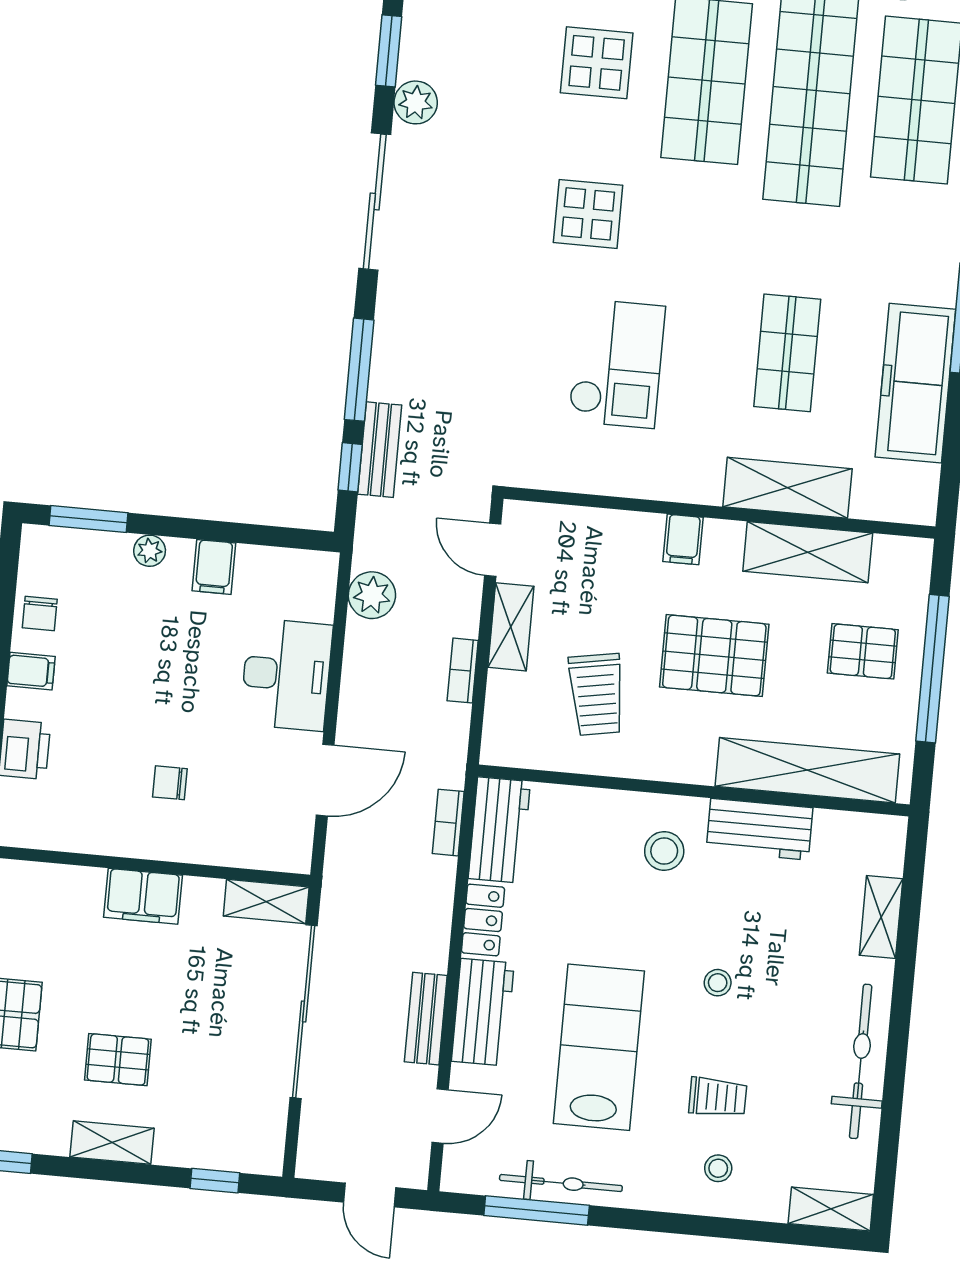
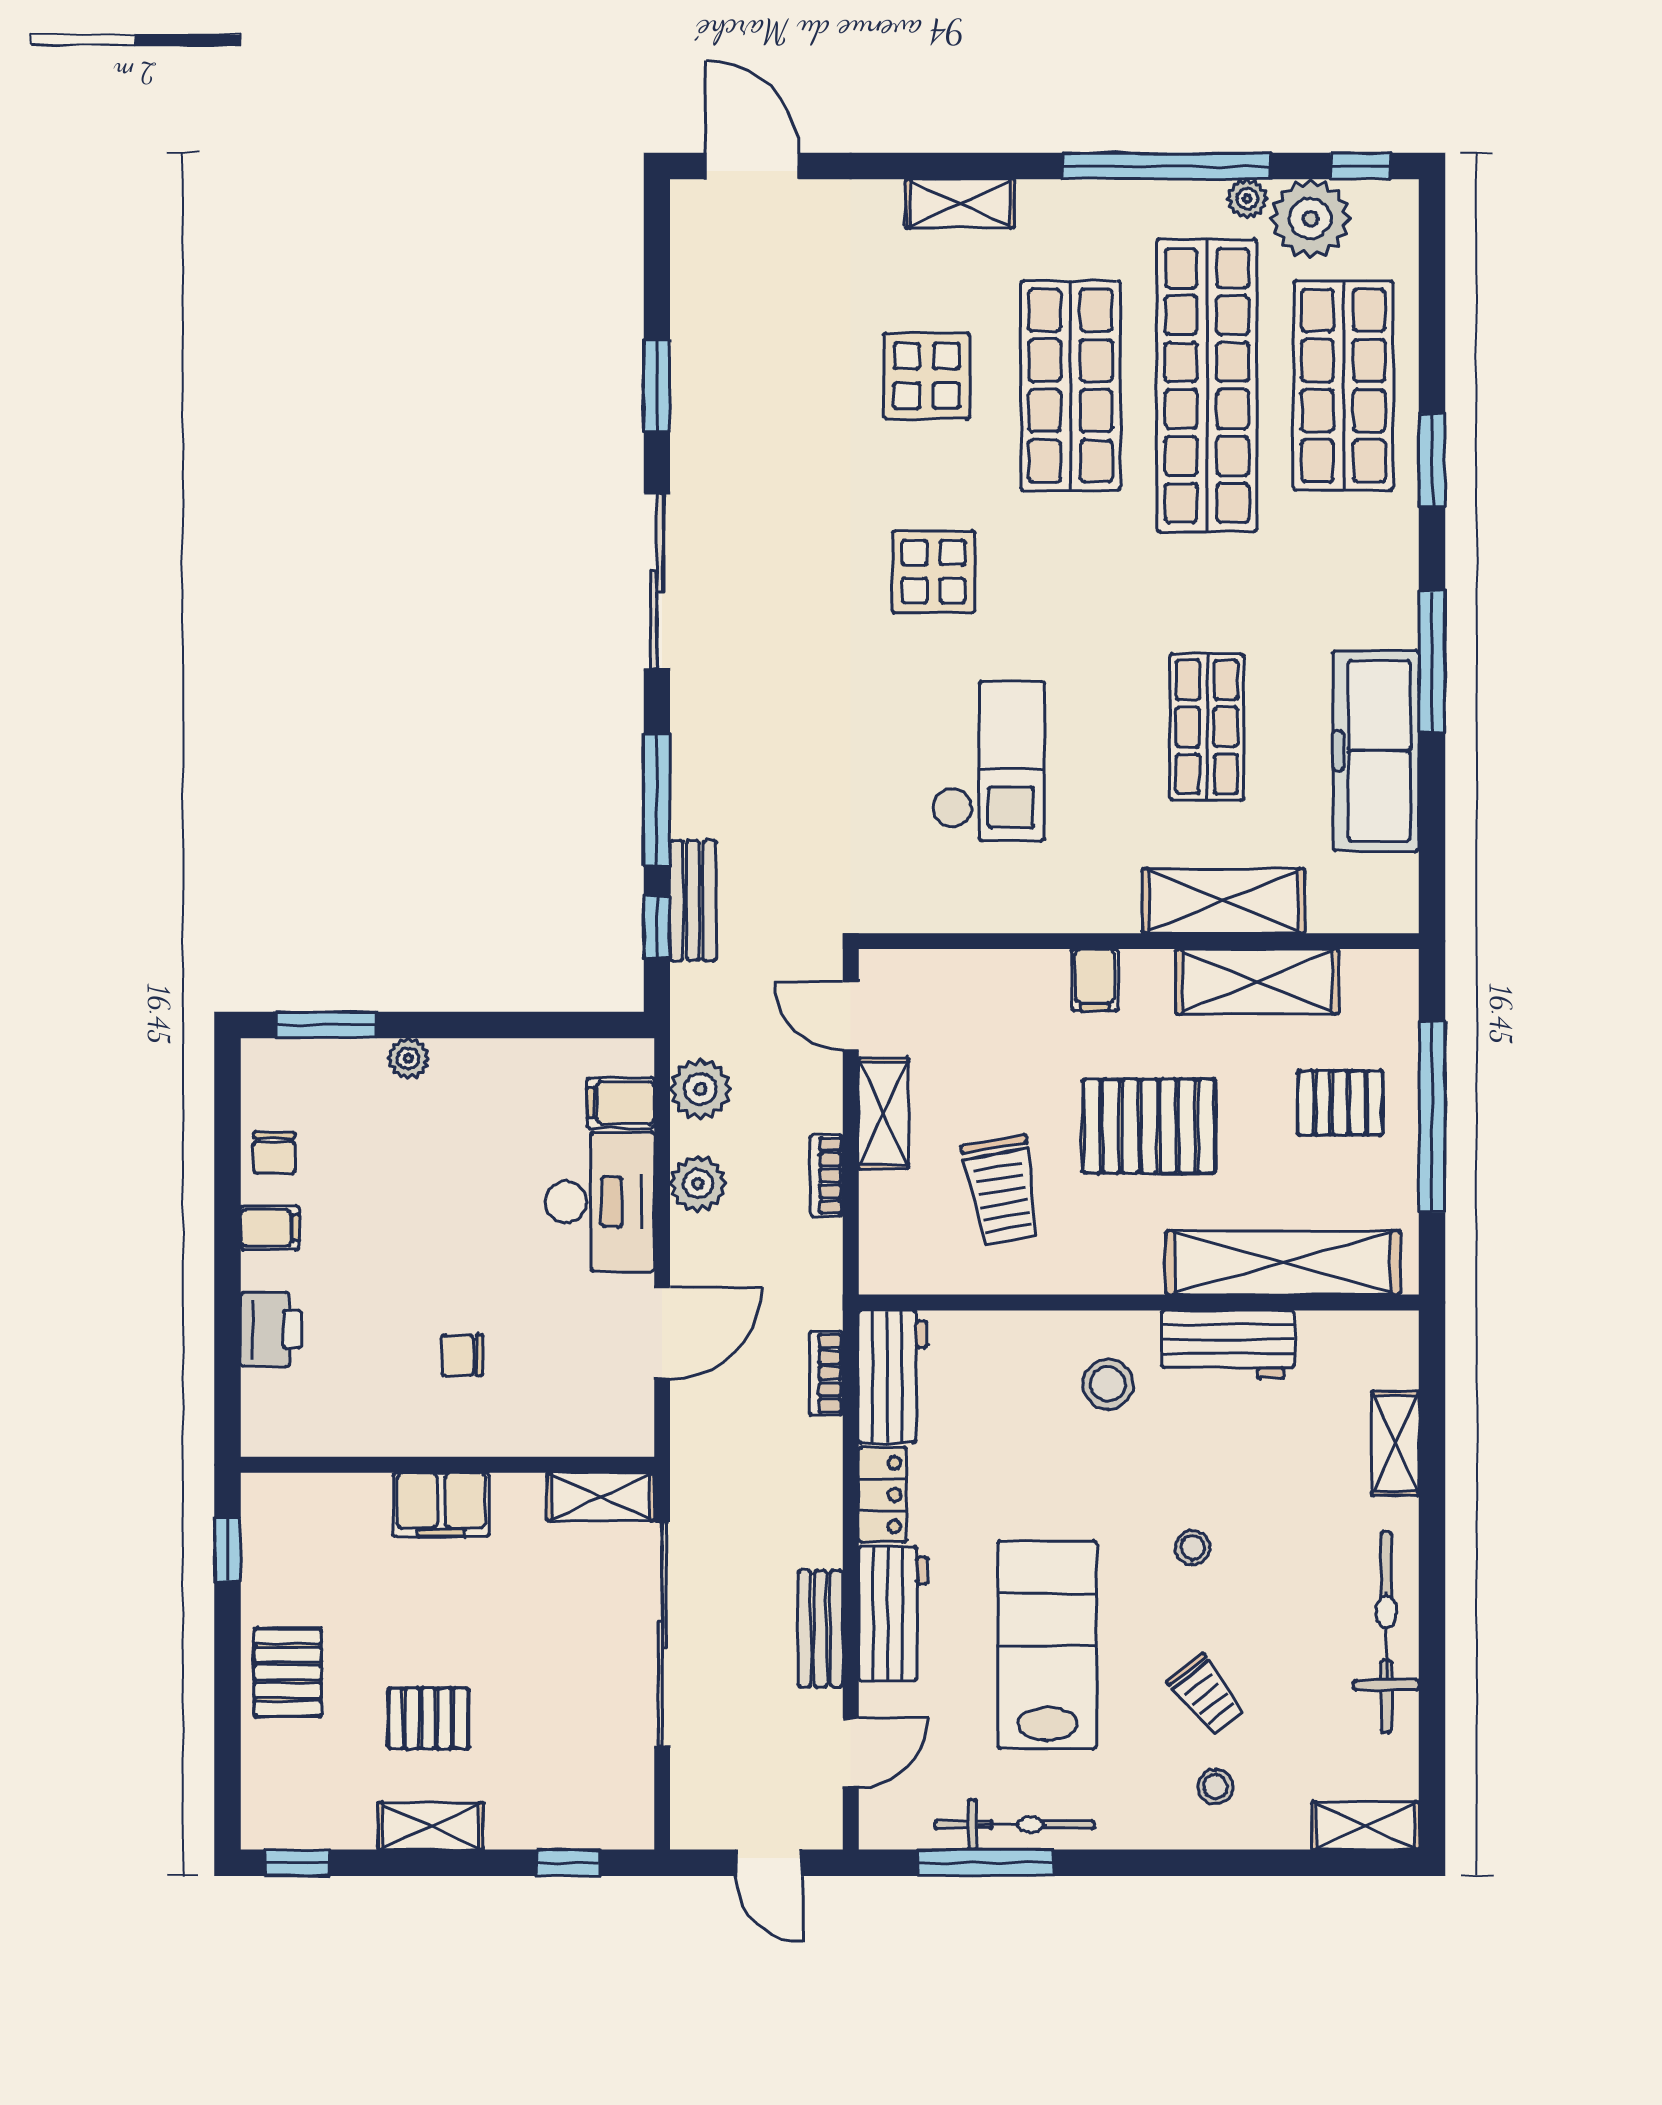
plant: (416, 102) -> (698, 1184), moved
filing cabinet: (214, 567) -> (621, 1103), moved, turned 90
trolley: (718, 1097) -> (1206, 1695), turned 52

